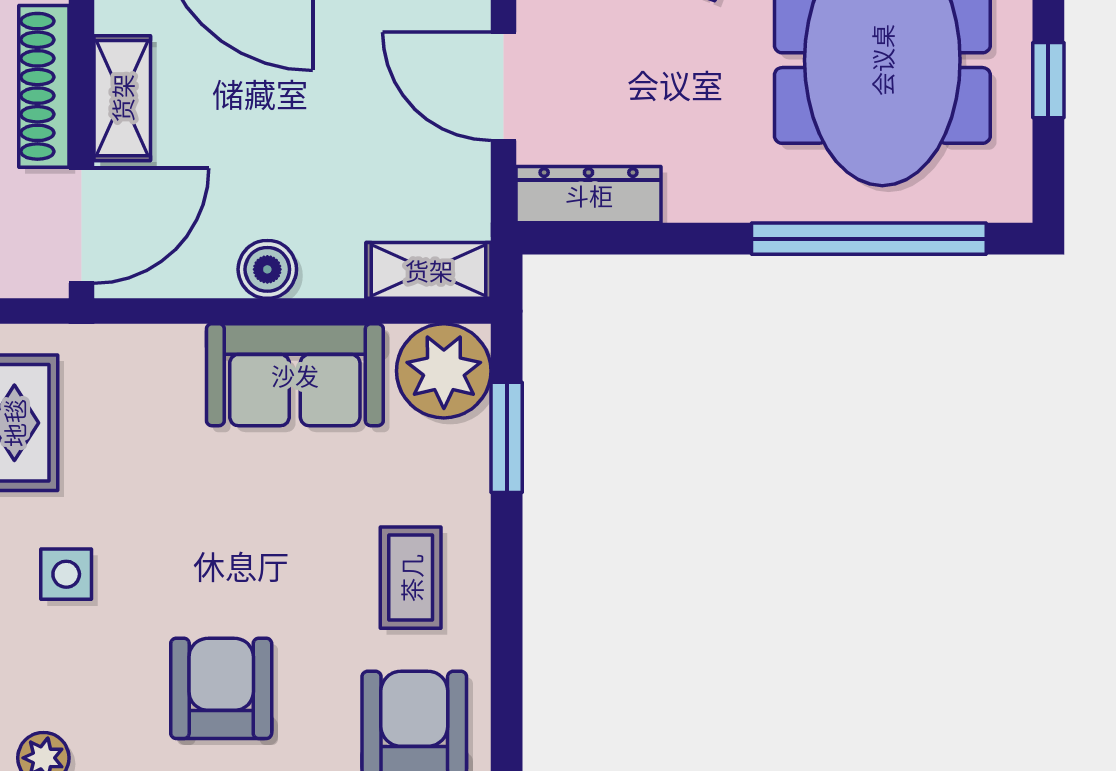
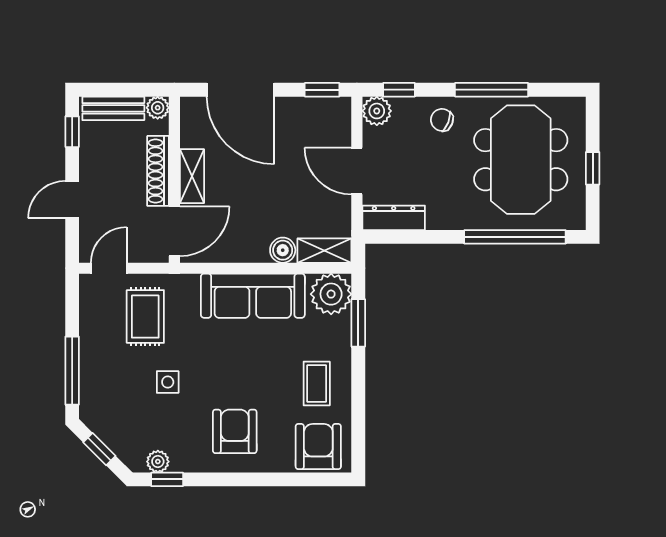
boiler: (267, 269) -> (283, 250), moved
sofa: (295, 375) -> (253, 296), width x1.36

